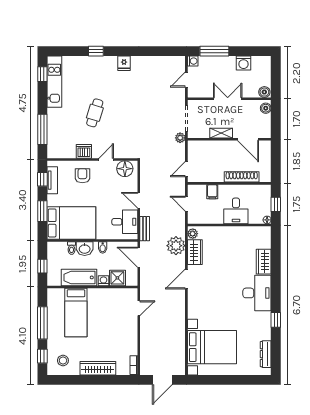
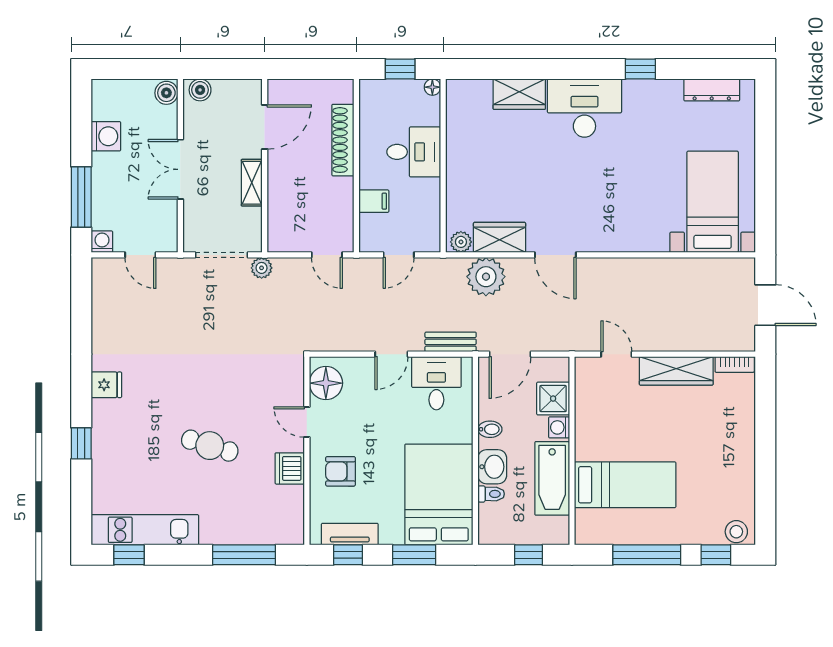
bed with nightstands: (212, 347) -> (713, 202), width x0.73
stool: (63, 361) -> (736, 532), moved
wardrobe: (98, 368) -> (676, 371), moved, turned -90

